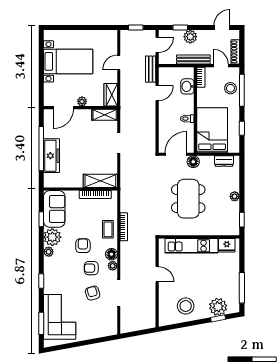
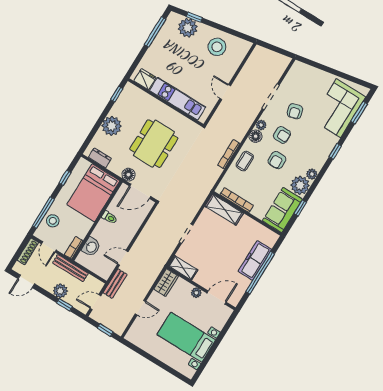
plant: (235, 196) -> (112, 126), width x1.87, depth x1.87

